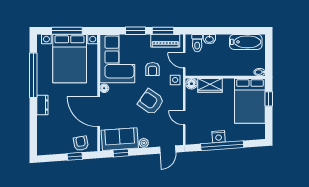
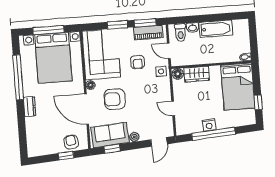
bathtub: (246, 42) -> (216, 29), moved
window: (269, 99) -> (258, 102), moved
armchair: (151, 102) -> (115, 99), moved, turned -35

